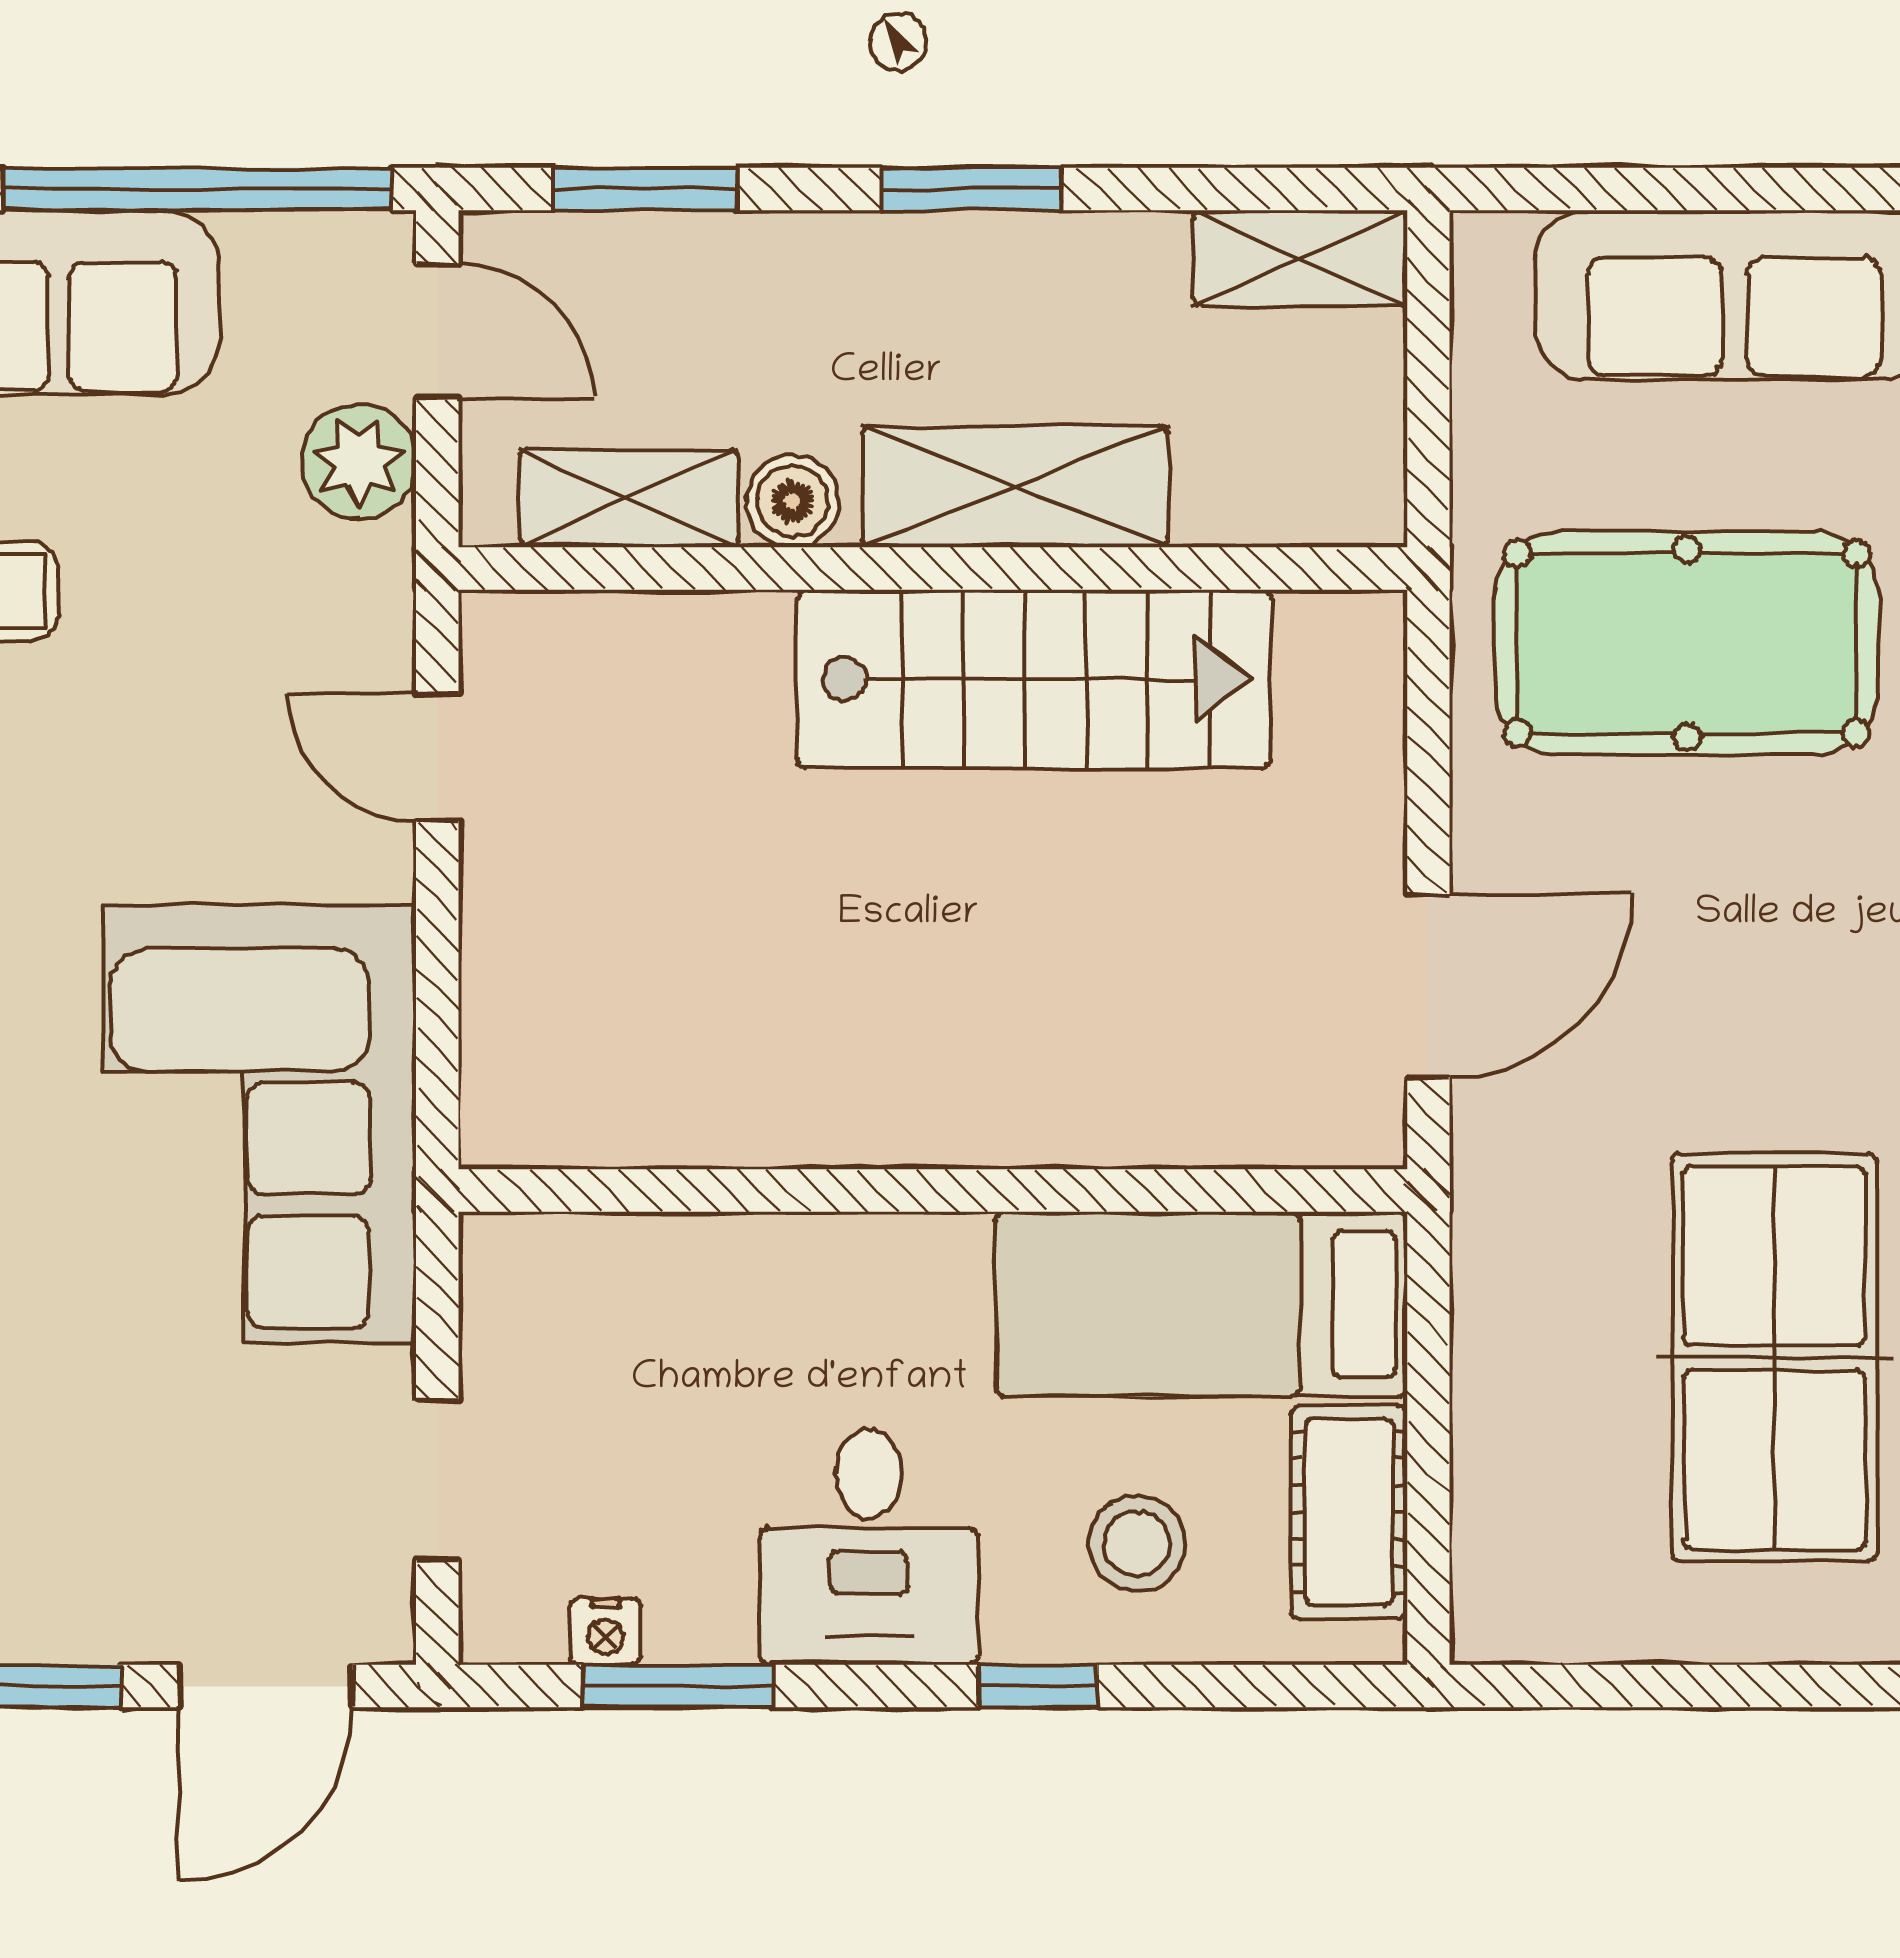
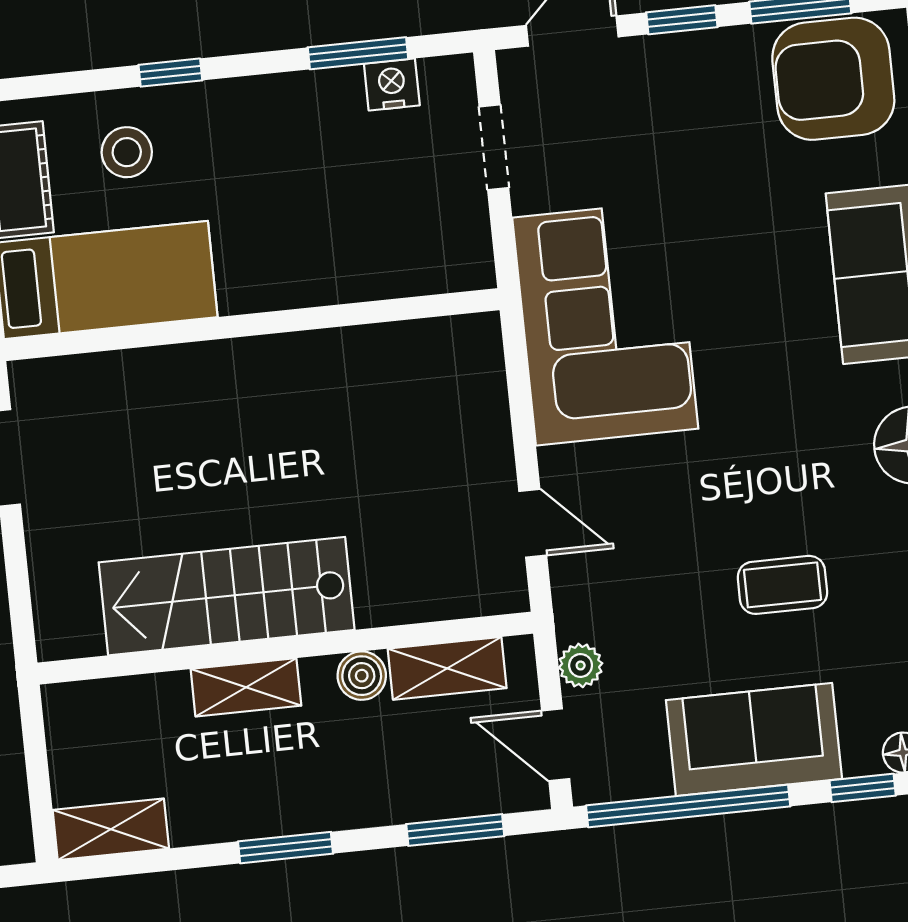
plant: (359, 462) -> (581, 665), width x0.73, depth x0.73
shelving: (1015, 486) -> (246, 687), width x0.67, depth x0.75
desk: (869, 1547) -> (266, 136), removed
nightstand: (605, 1632) -> (392, 85), width x1.39, depth x1.35

